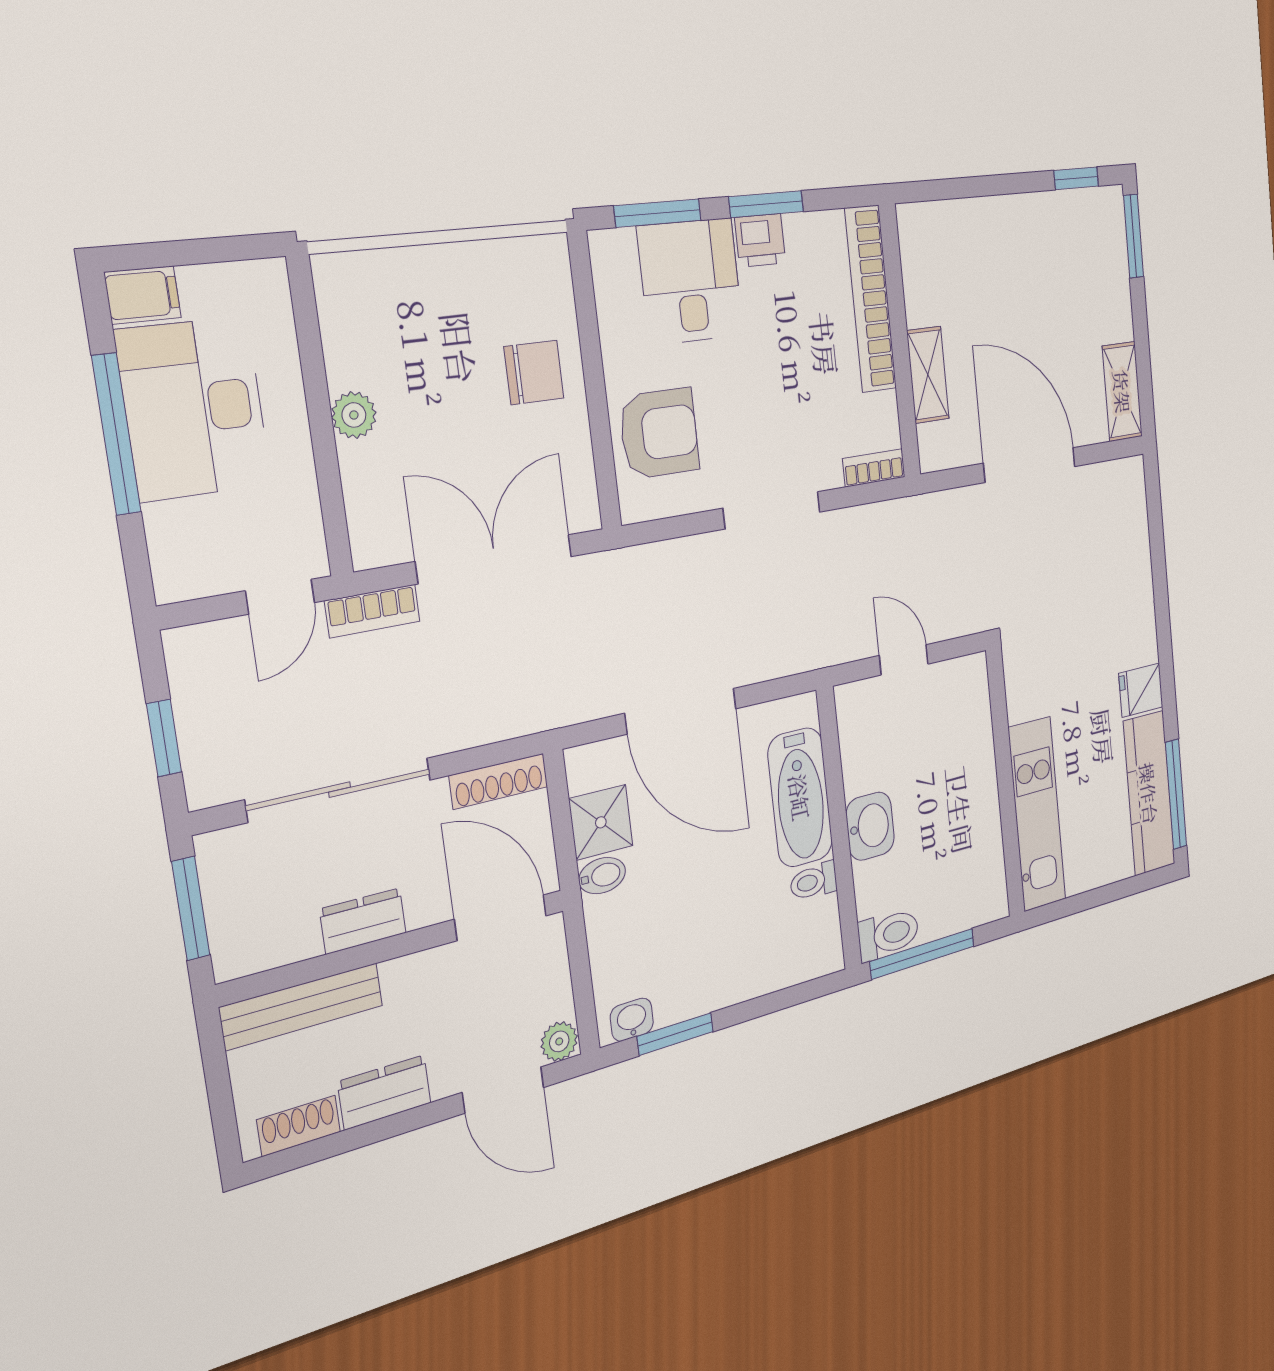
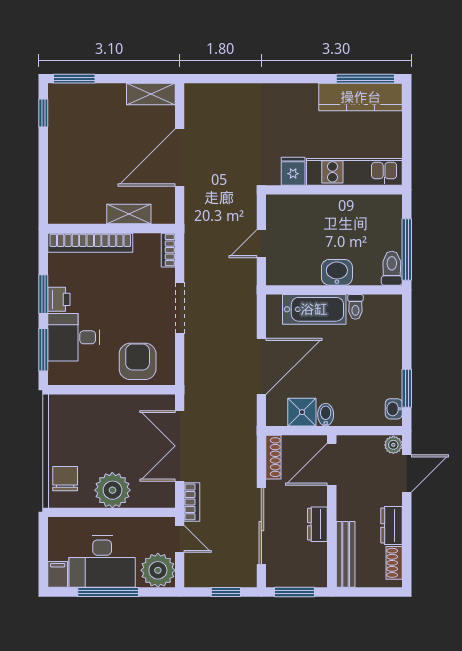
chair: (534, 372) -> (65, 479), moved
plant: (354, 415) -> (112, 490), width x1.87, depth x1.87
plant: (193, 555) -> (158, 570), added
fridge: (1141, 690) -> (293, 171), moved, turned 180

